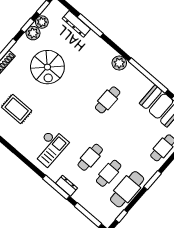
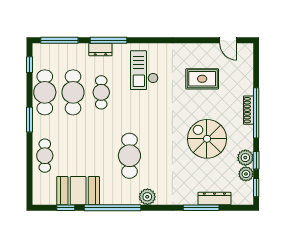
cafe table: (108, 100) -> (129, 156), width x1.37, depth x1.35
cafe table: (109, 173) -> (73, 92), width x1.37, depth x1.35

